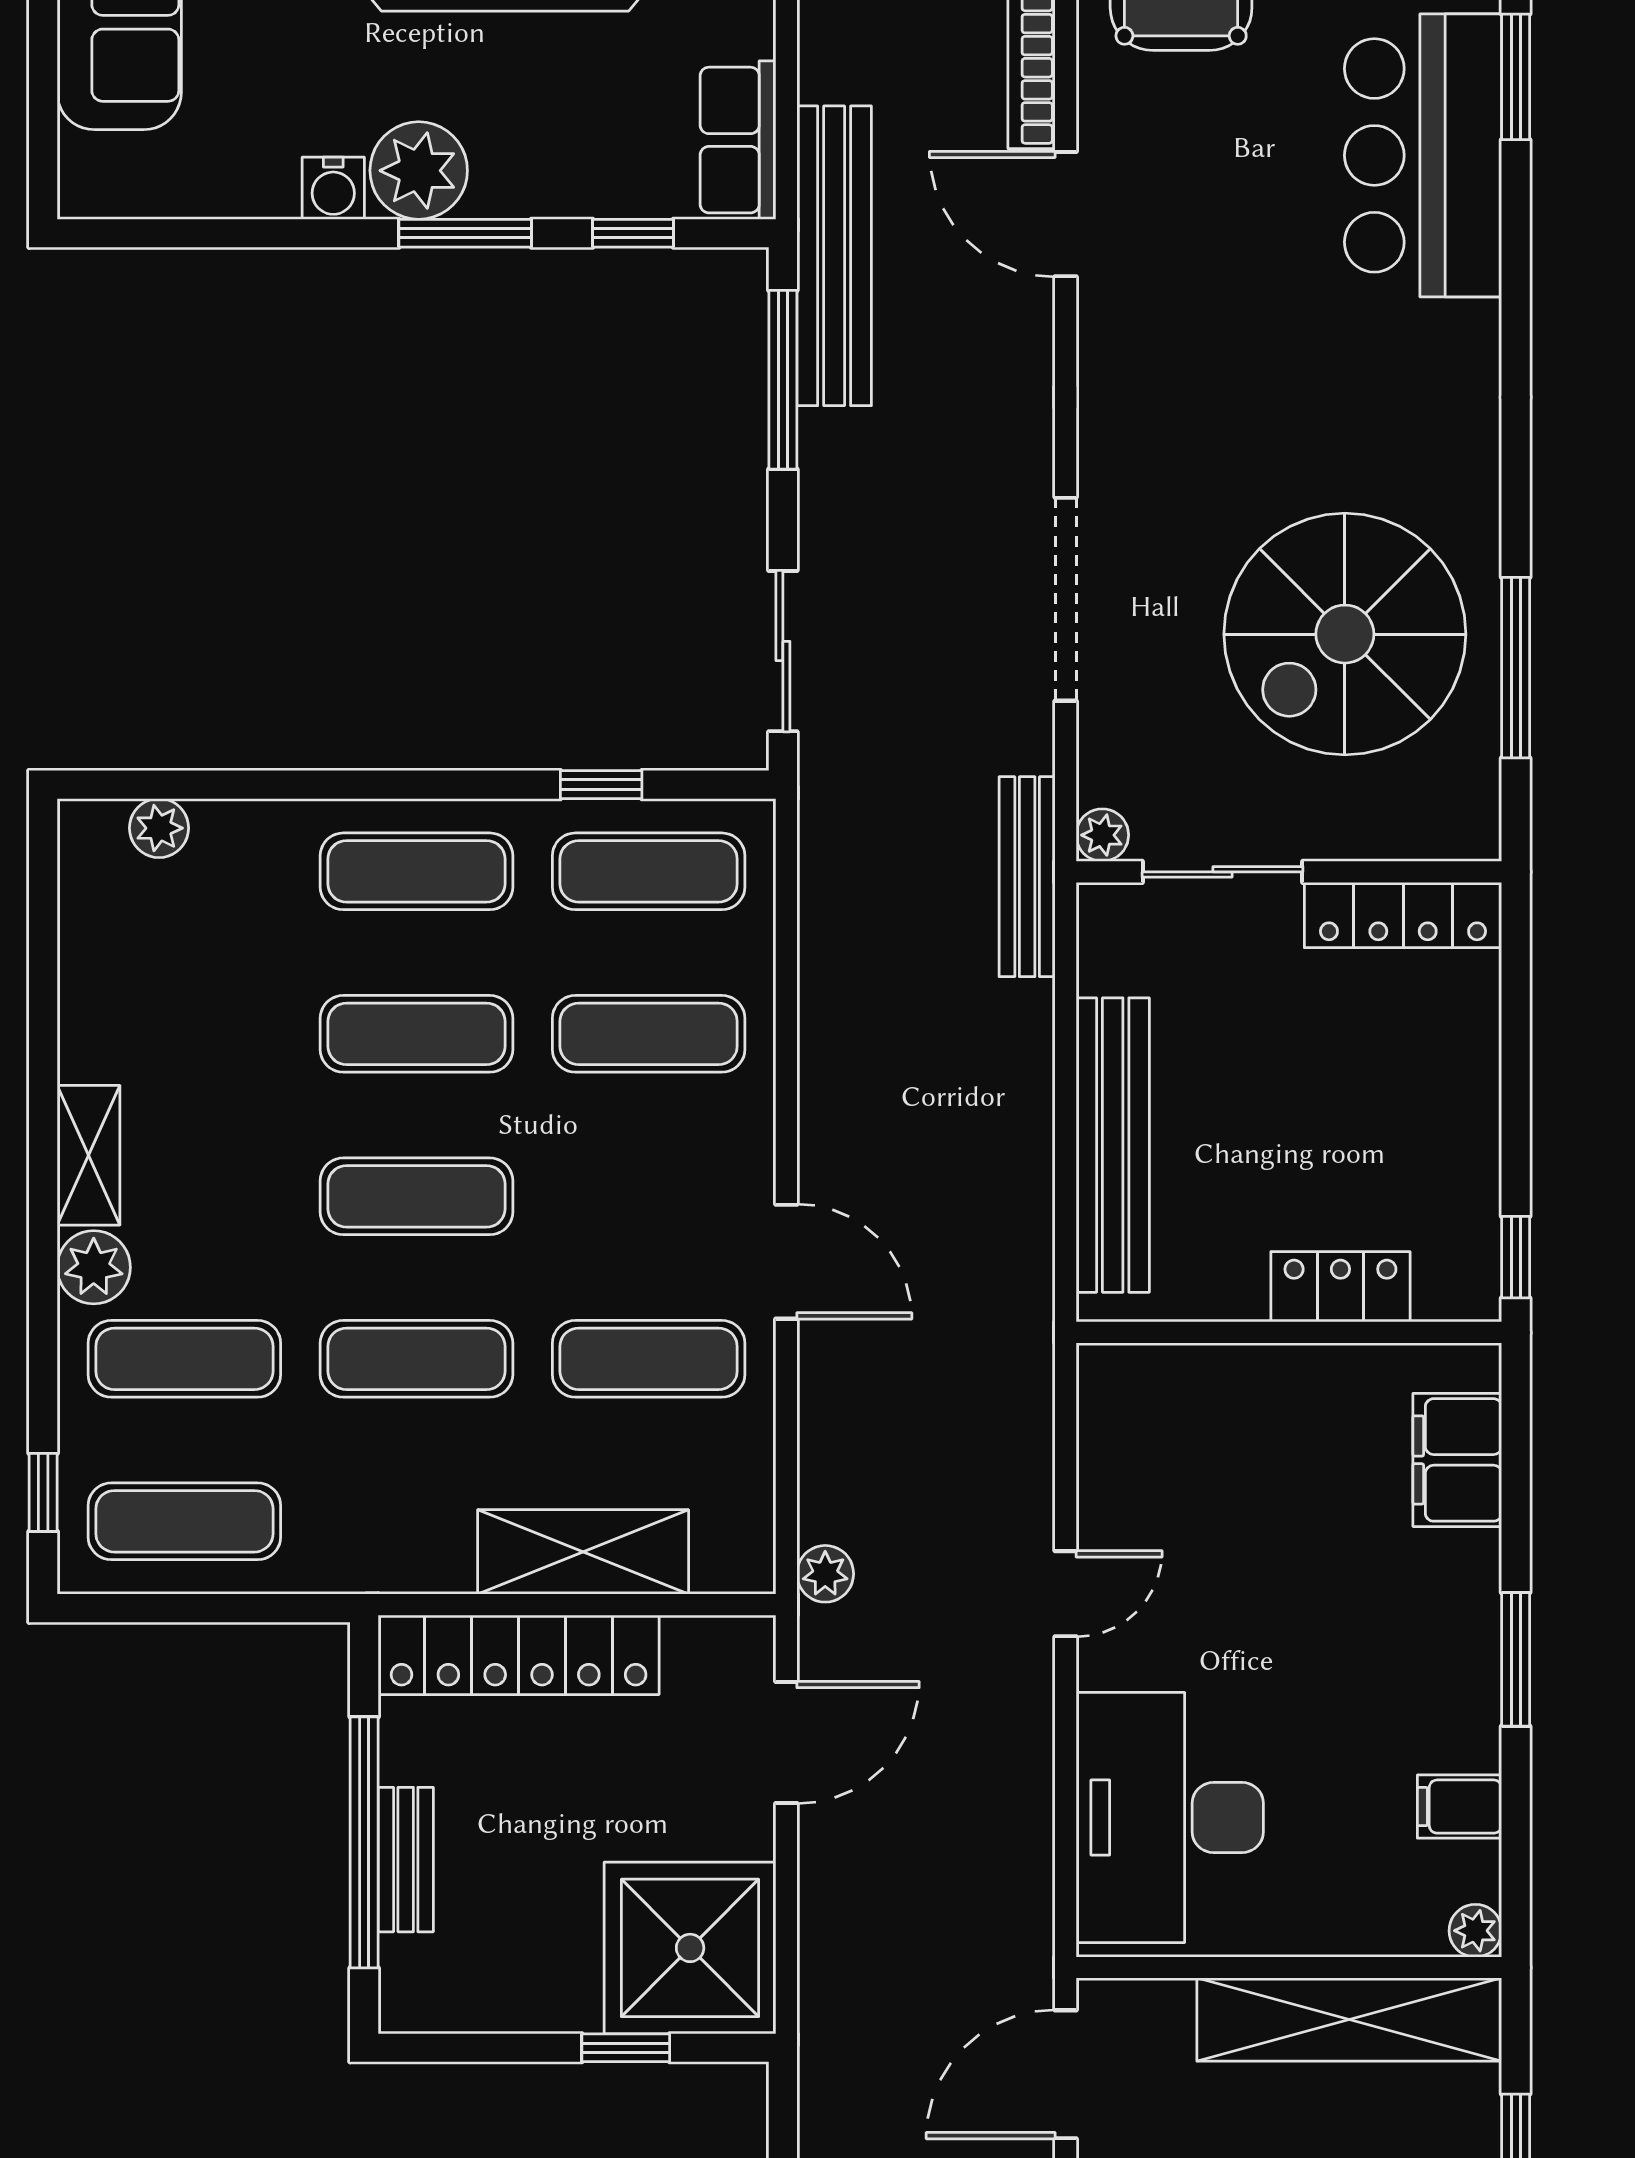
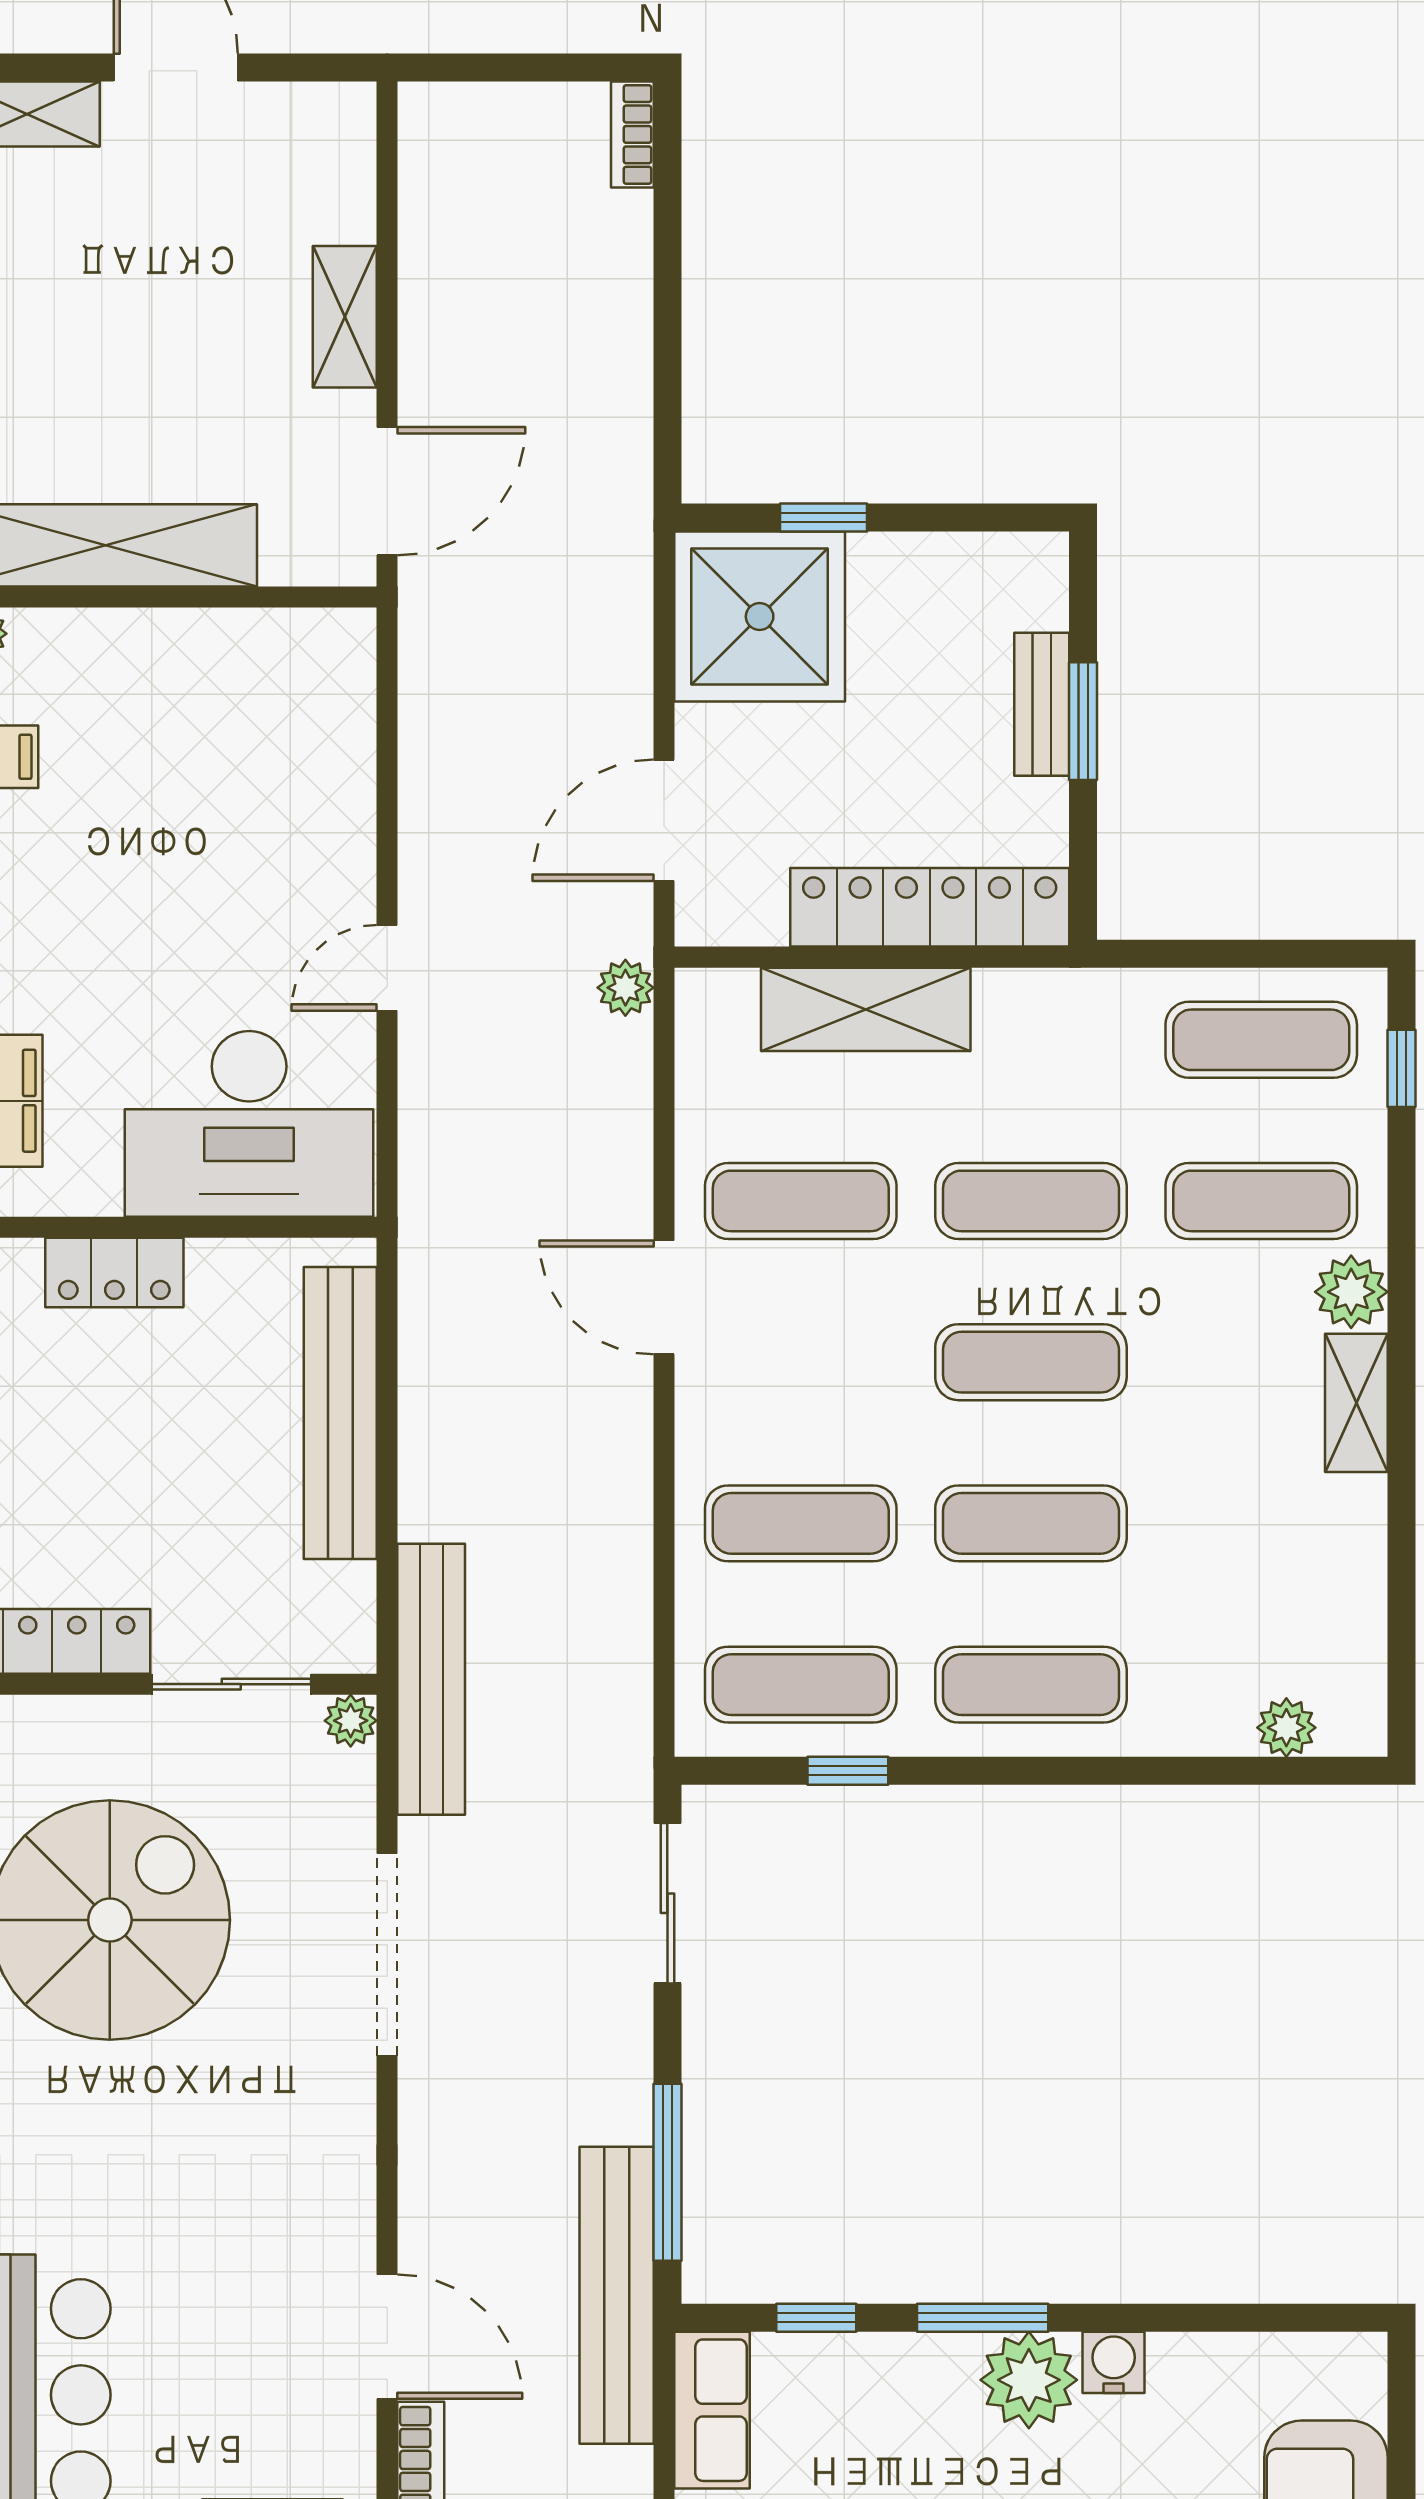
bench: (1027, 877) -> (431, 1679), width x1.37, depth x1.21
desk: (1170, 1818) -> (249, 1124), moved, turned 90
window: (364, 1842) -> (1083, 721), width x0.47

